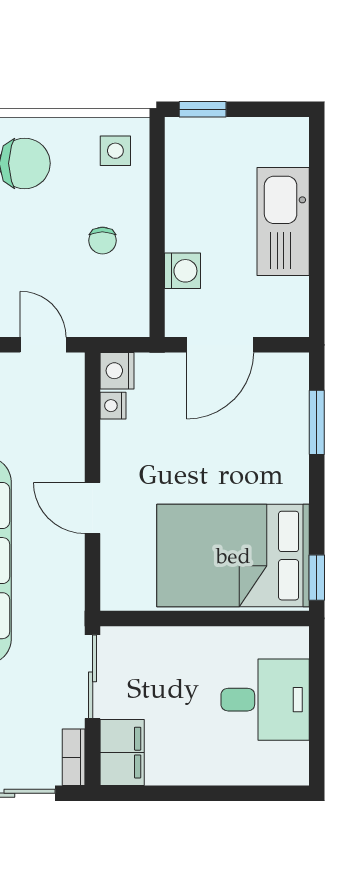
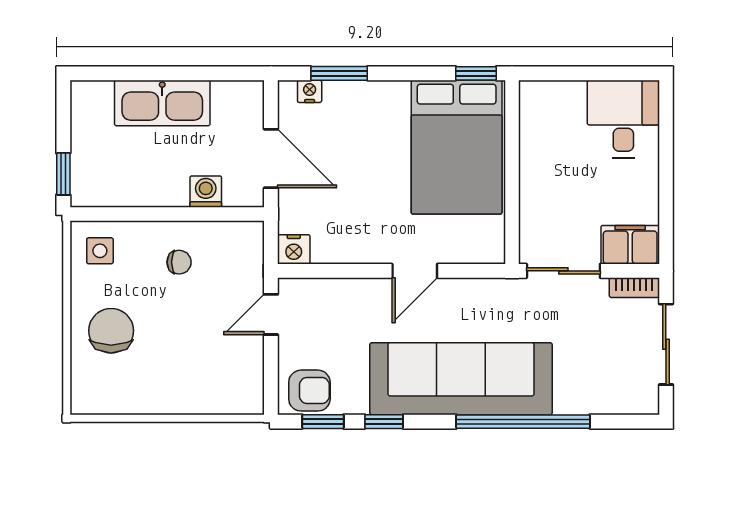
nightstand: (113, 406) -> (310, 91), moved, turned 180
desk: (265, 700) -> (623, 119), moved

